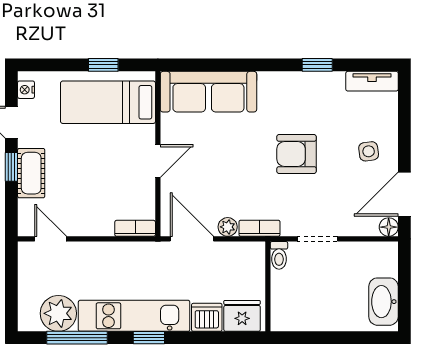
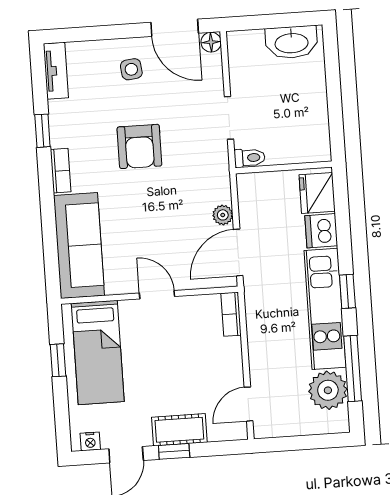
bookcase: (259, 228) -> (61, 171), moved, turned 180

